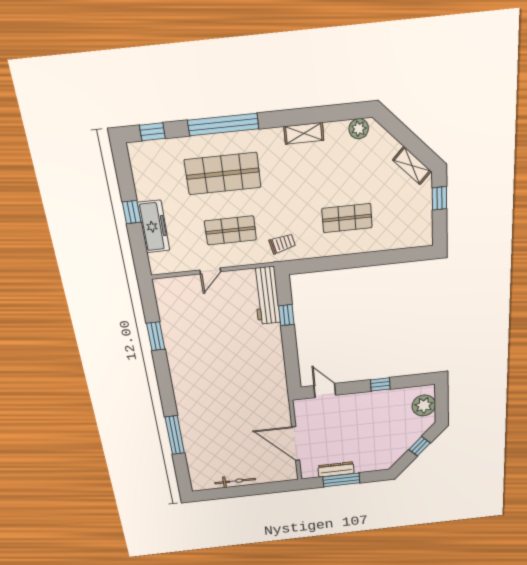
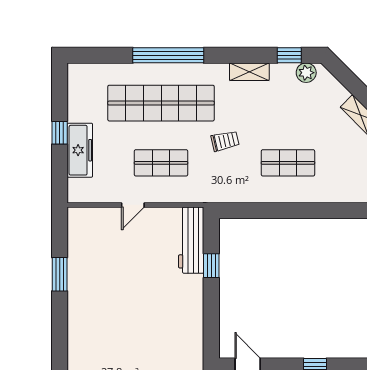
window: (152, 132) -> (289, 55), moved
shop shelf: (223, 174) -> (161, 103), width x1.40
trolley: (282, 244) -> (225, 141), moved

